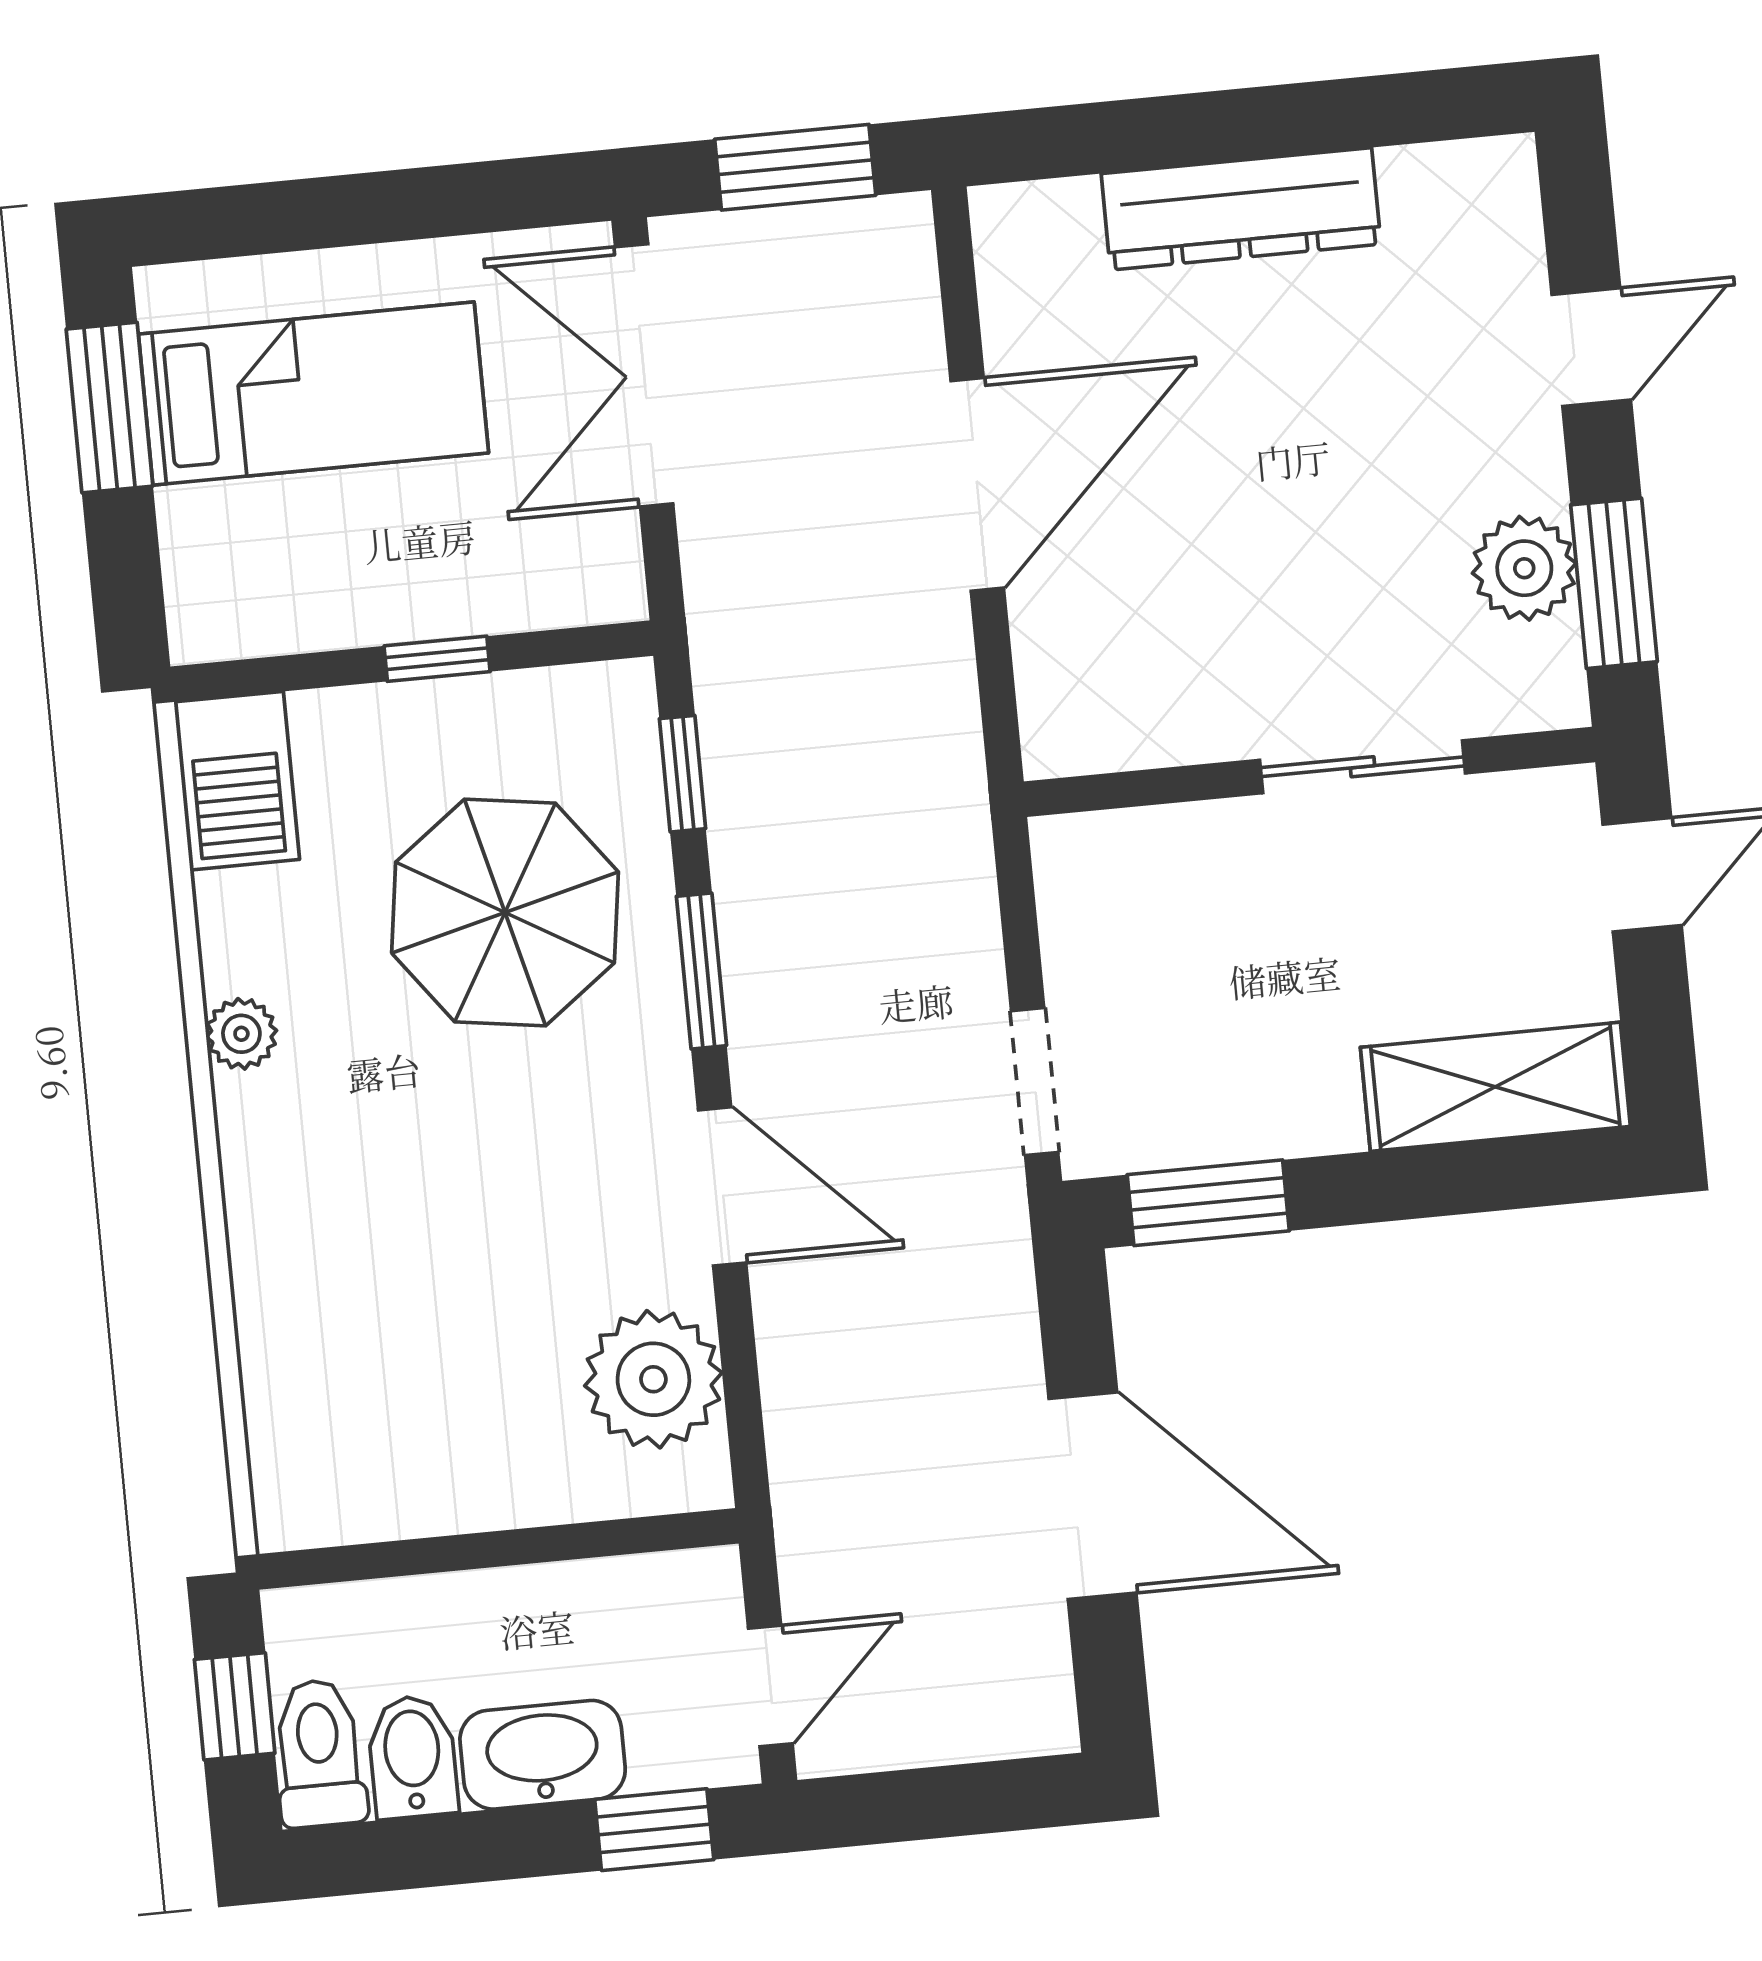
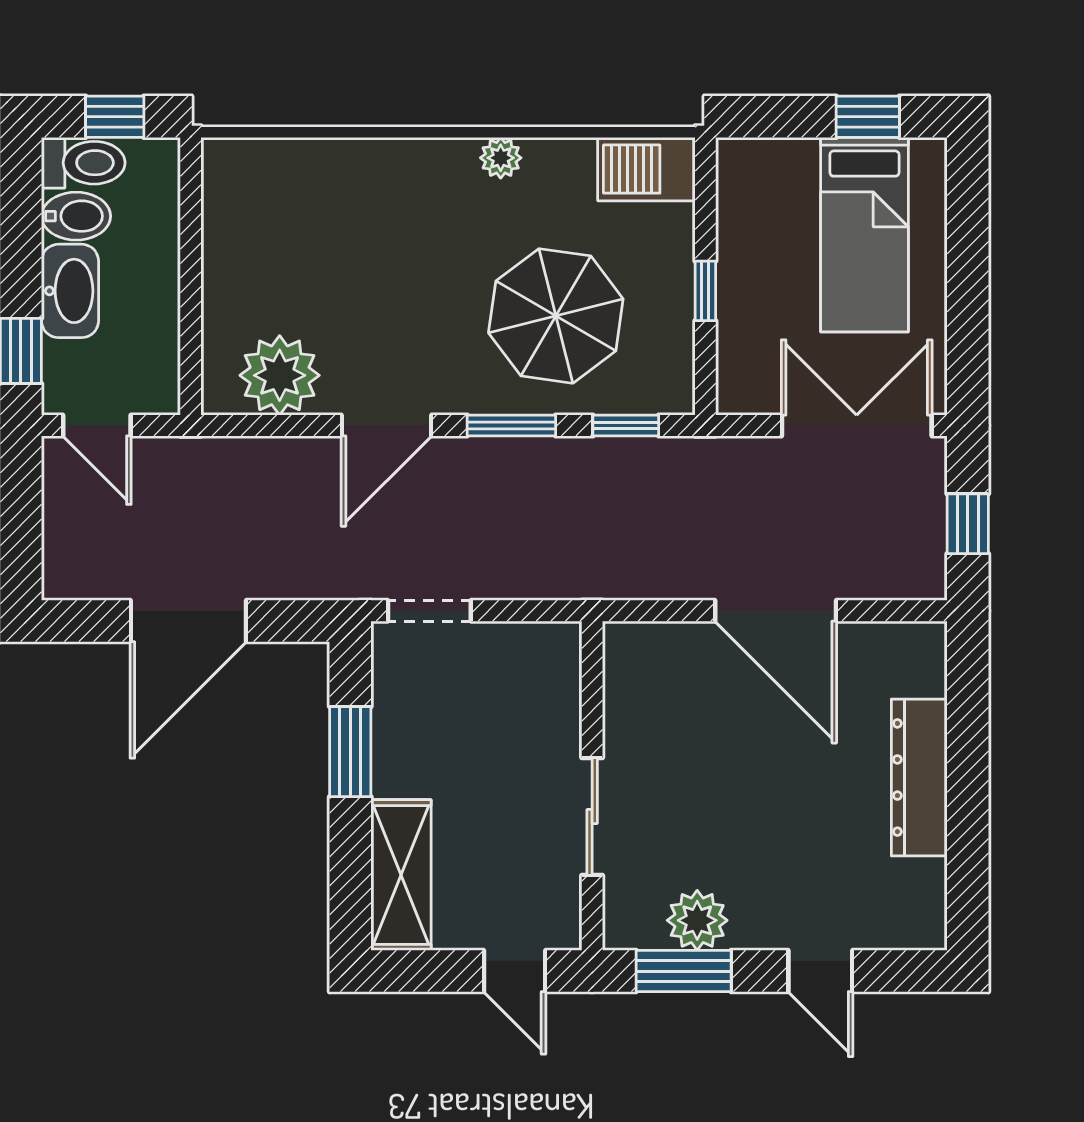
window: (795, 167) -> (968, 524), width x0.67
window: (110, 408) -> (868, 117), width x0.67
window: (1208, 1203) -> (350, 752), moved

